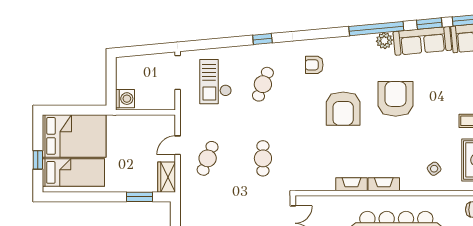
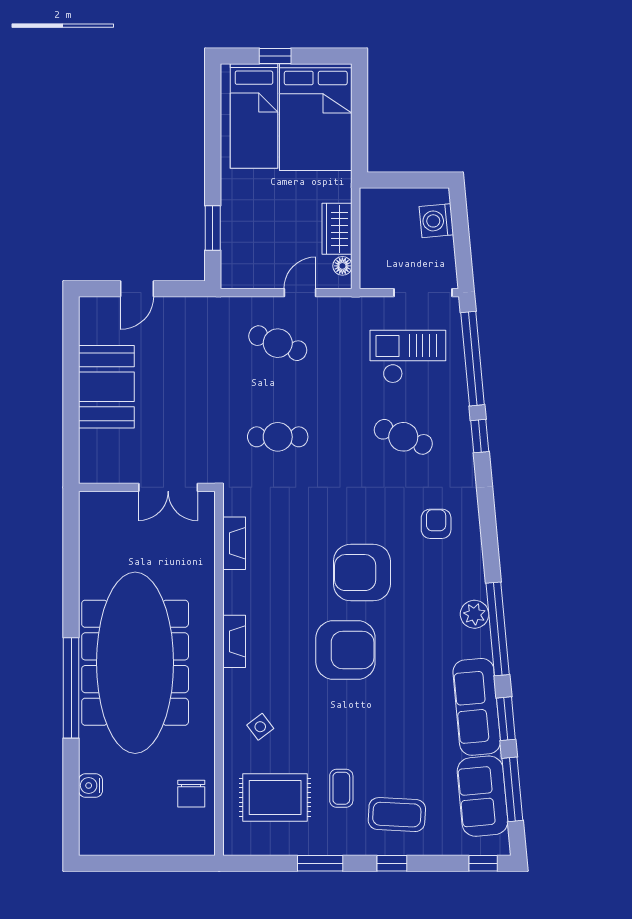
plant: (384, 41) -> (474, 614), moved
window: (217, 43) -> (473, 359), added
washing machine: (125, 99) -> (436, 221), moved, turned 85
armchair: (396, 99) -> (345, 650), moved
floor lamp: (162, 120) -> (342, 266), added
door: (178, 145) -> (300, 293), hinge flipped
wardrobe: (167, 177) -> (337, 229), moved, turned -90
fireplace: (351, 184) -> (234, 543), moved

